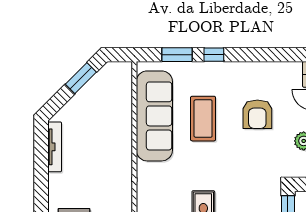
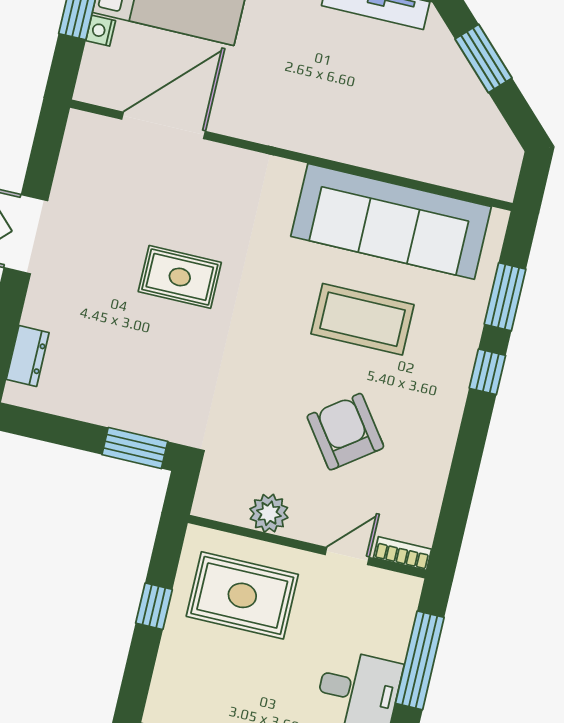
window: (81, 78) -> (484, 58), moved
armchair: (257, 114) -> (345, 432), turned 54

